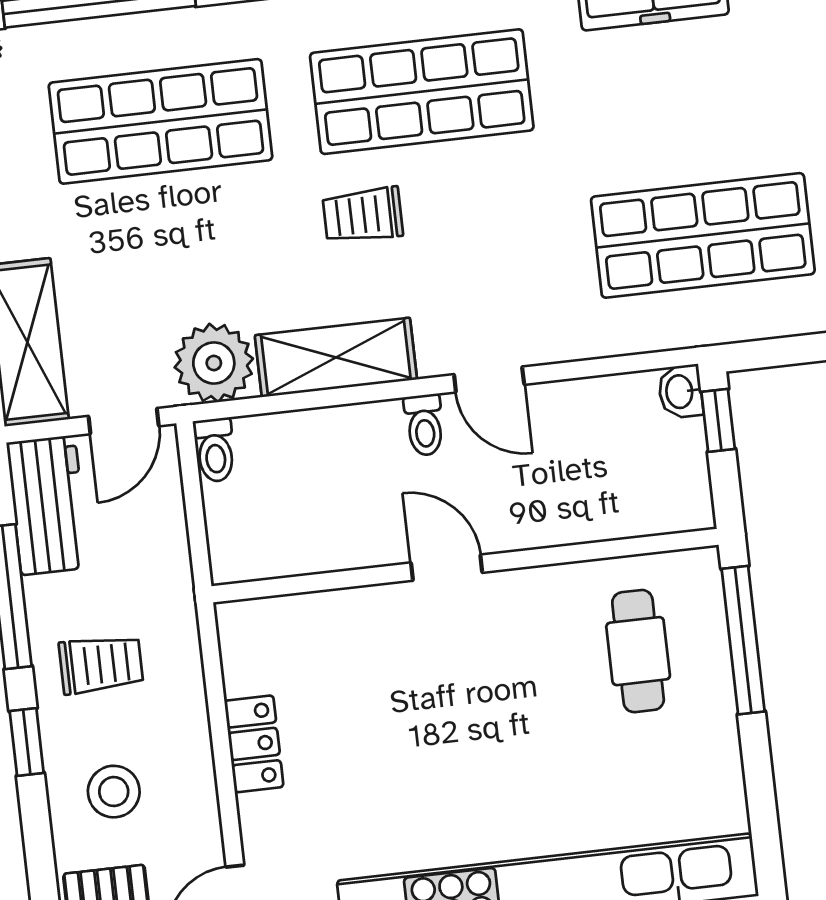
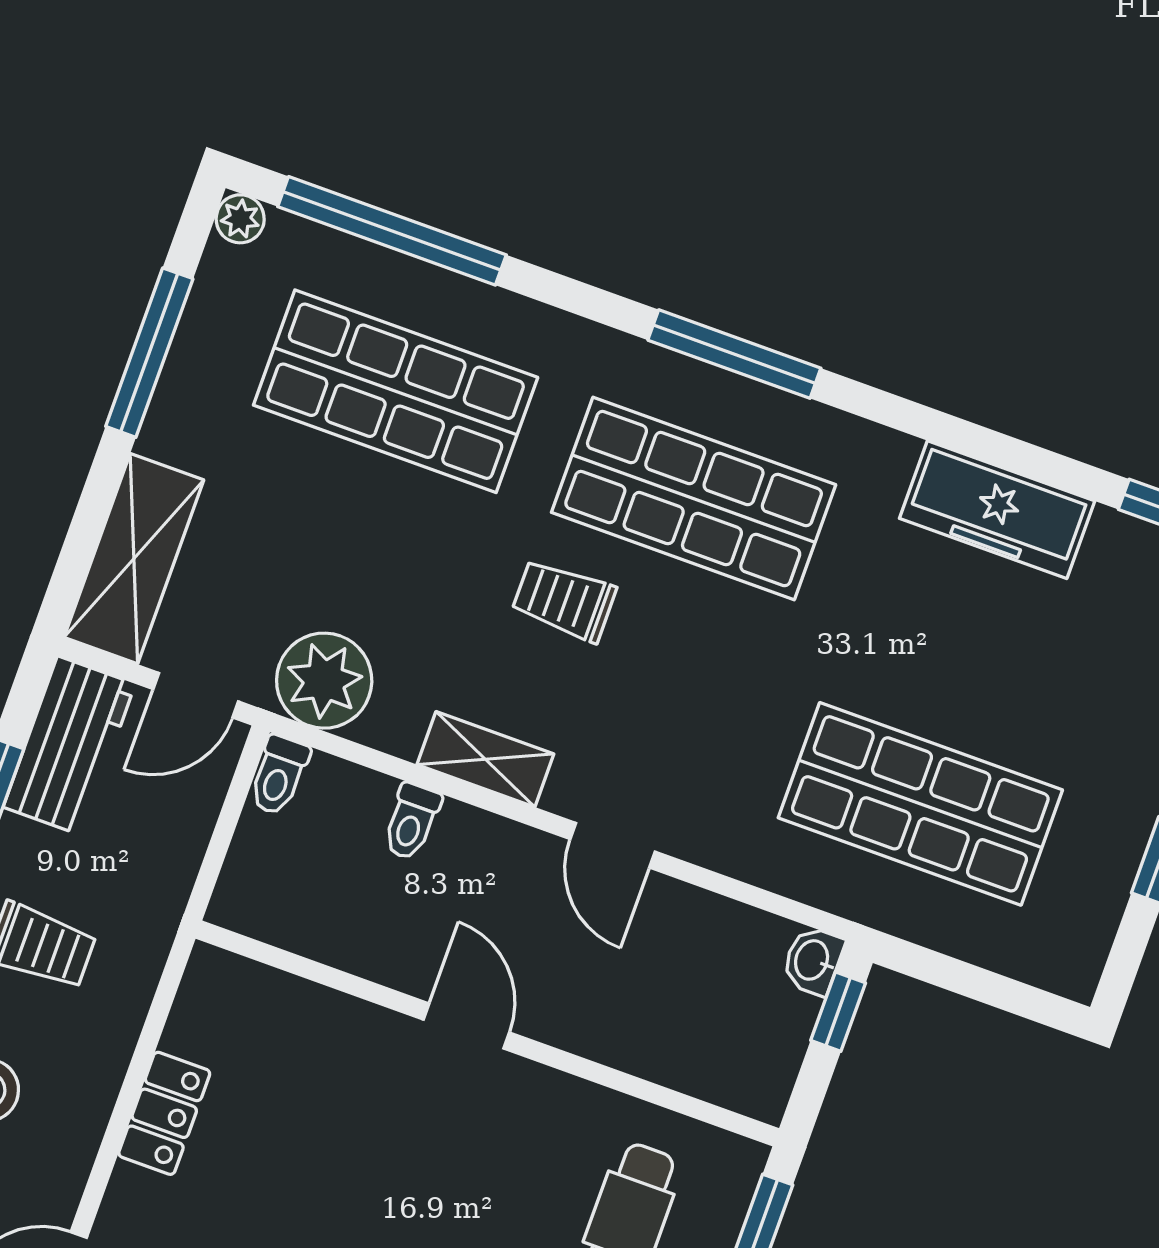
shelving: (336, 357) -> (485, 759), width x0.67, depth x0.75
toilet: (424, 425) -> (412, 821), moved

